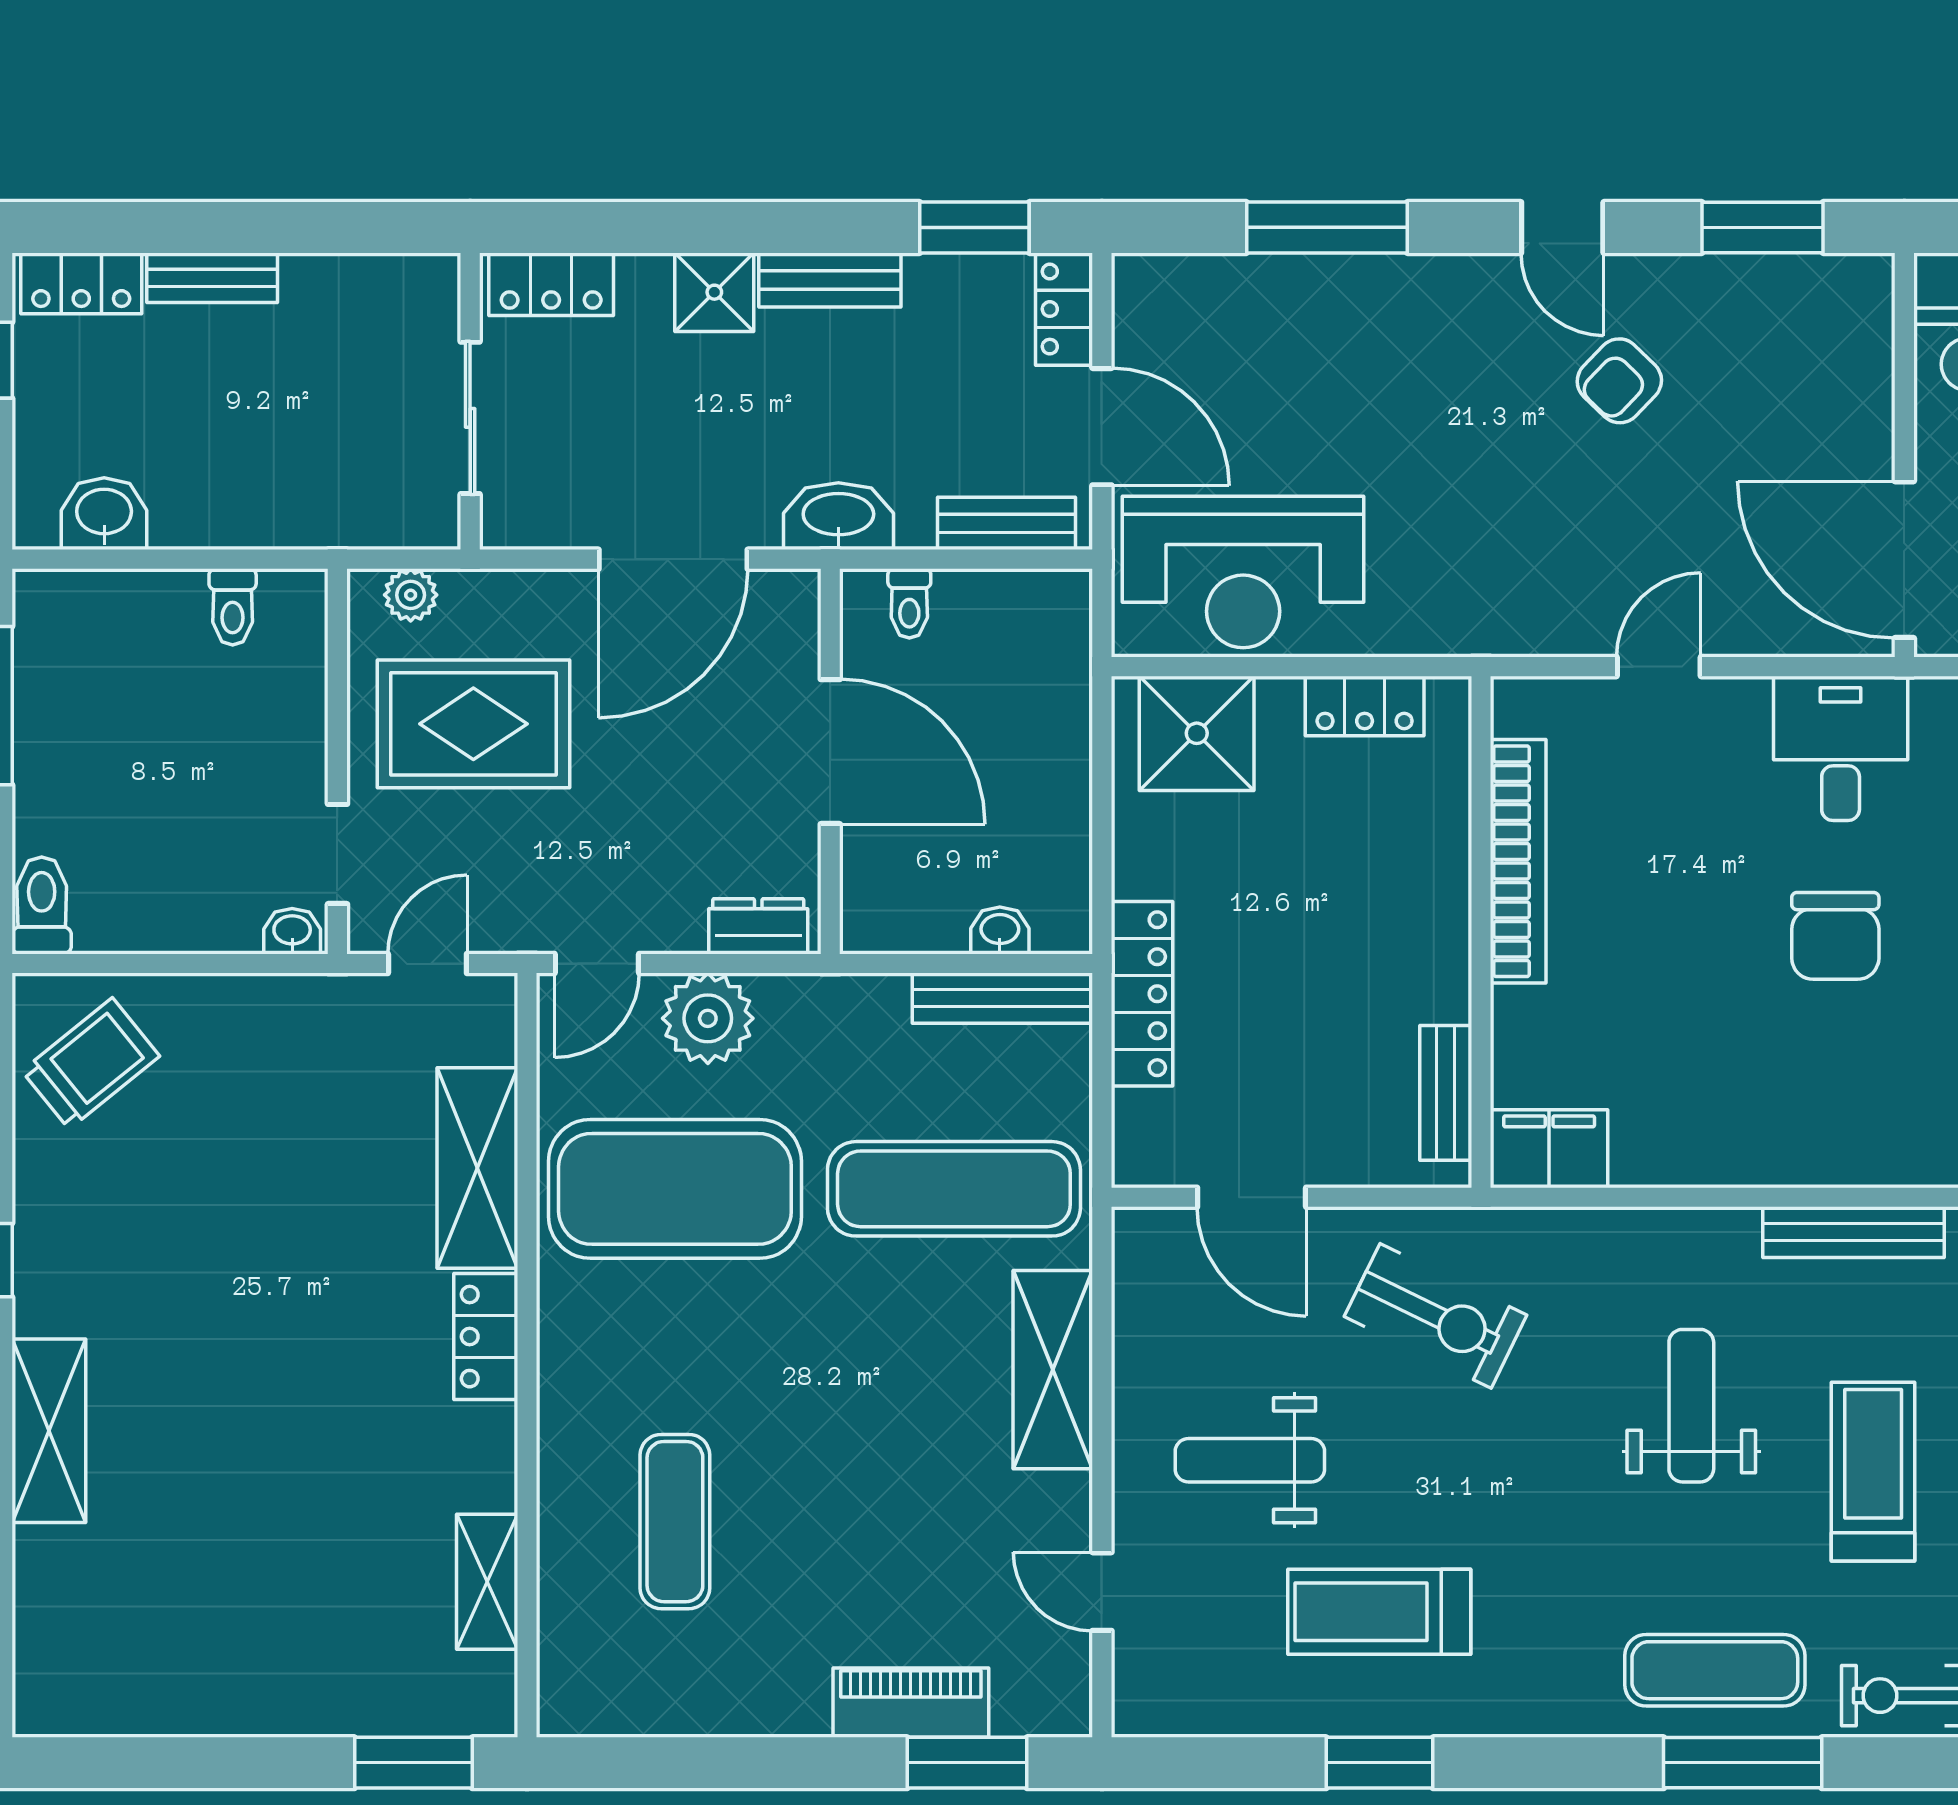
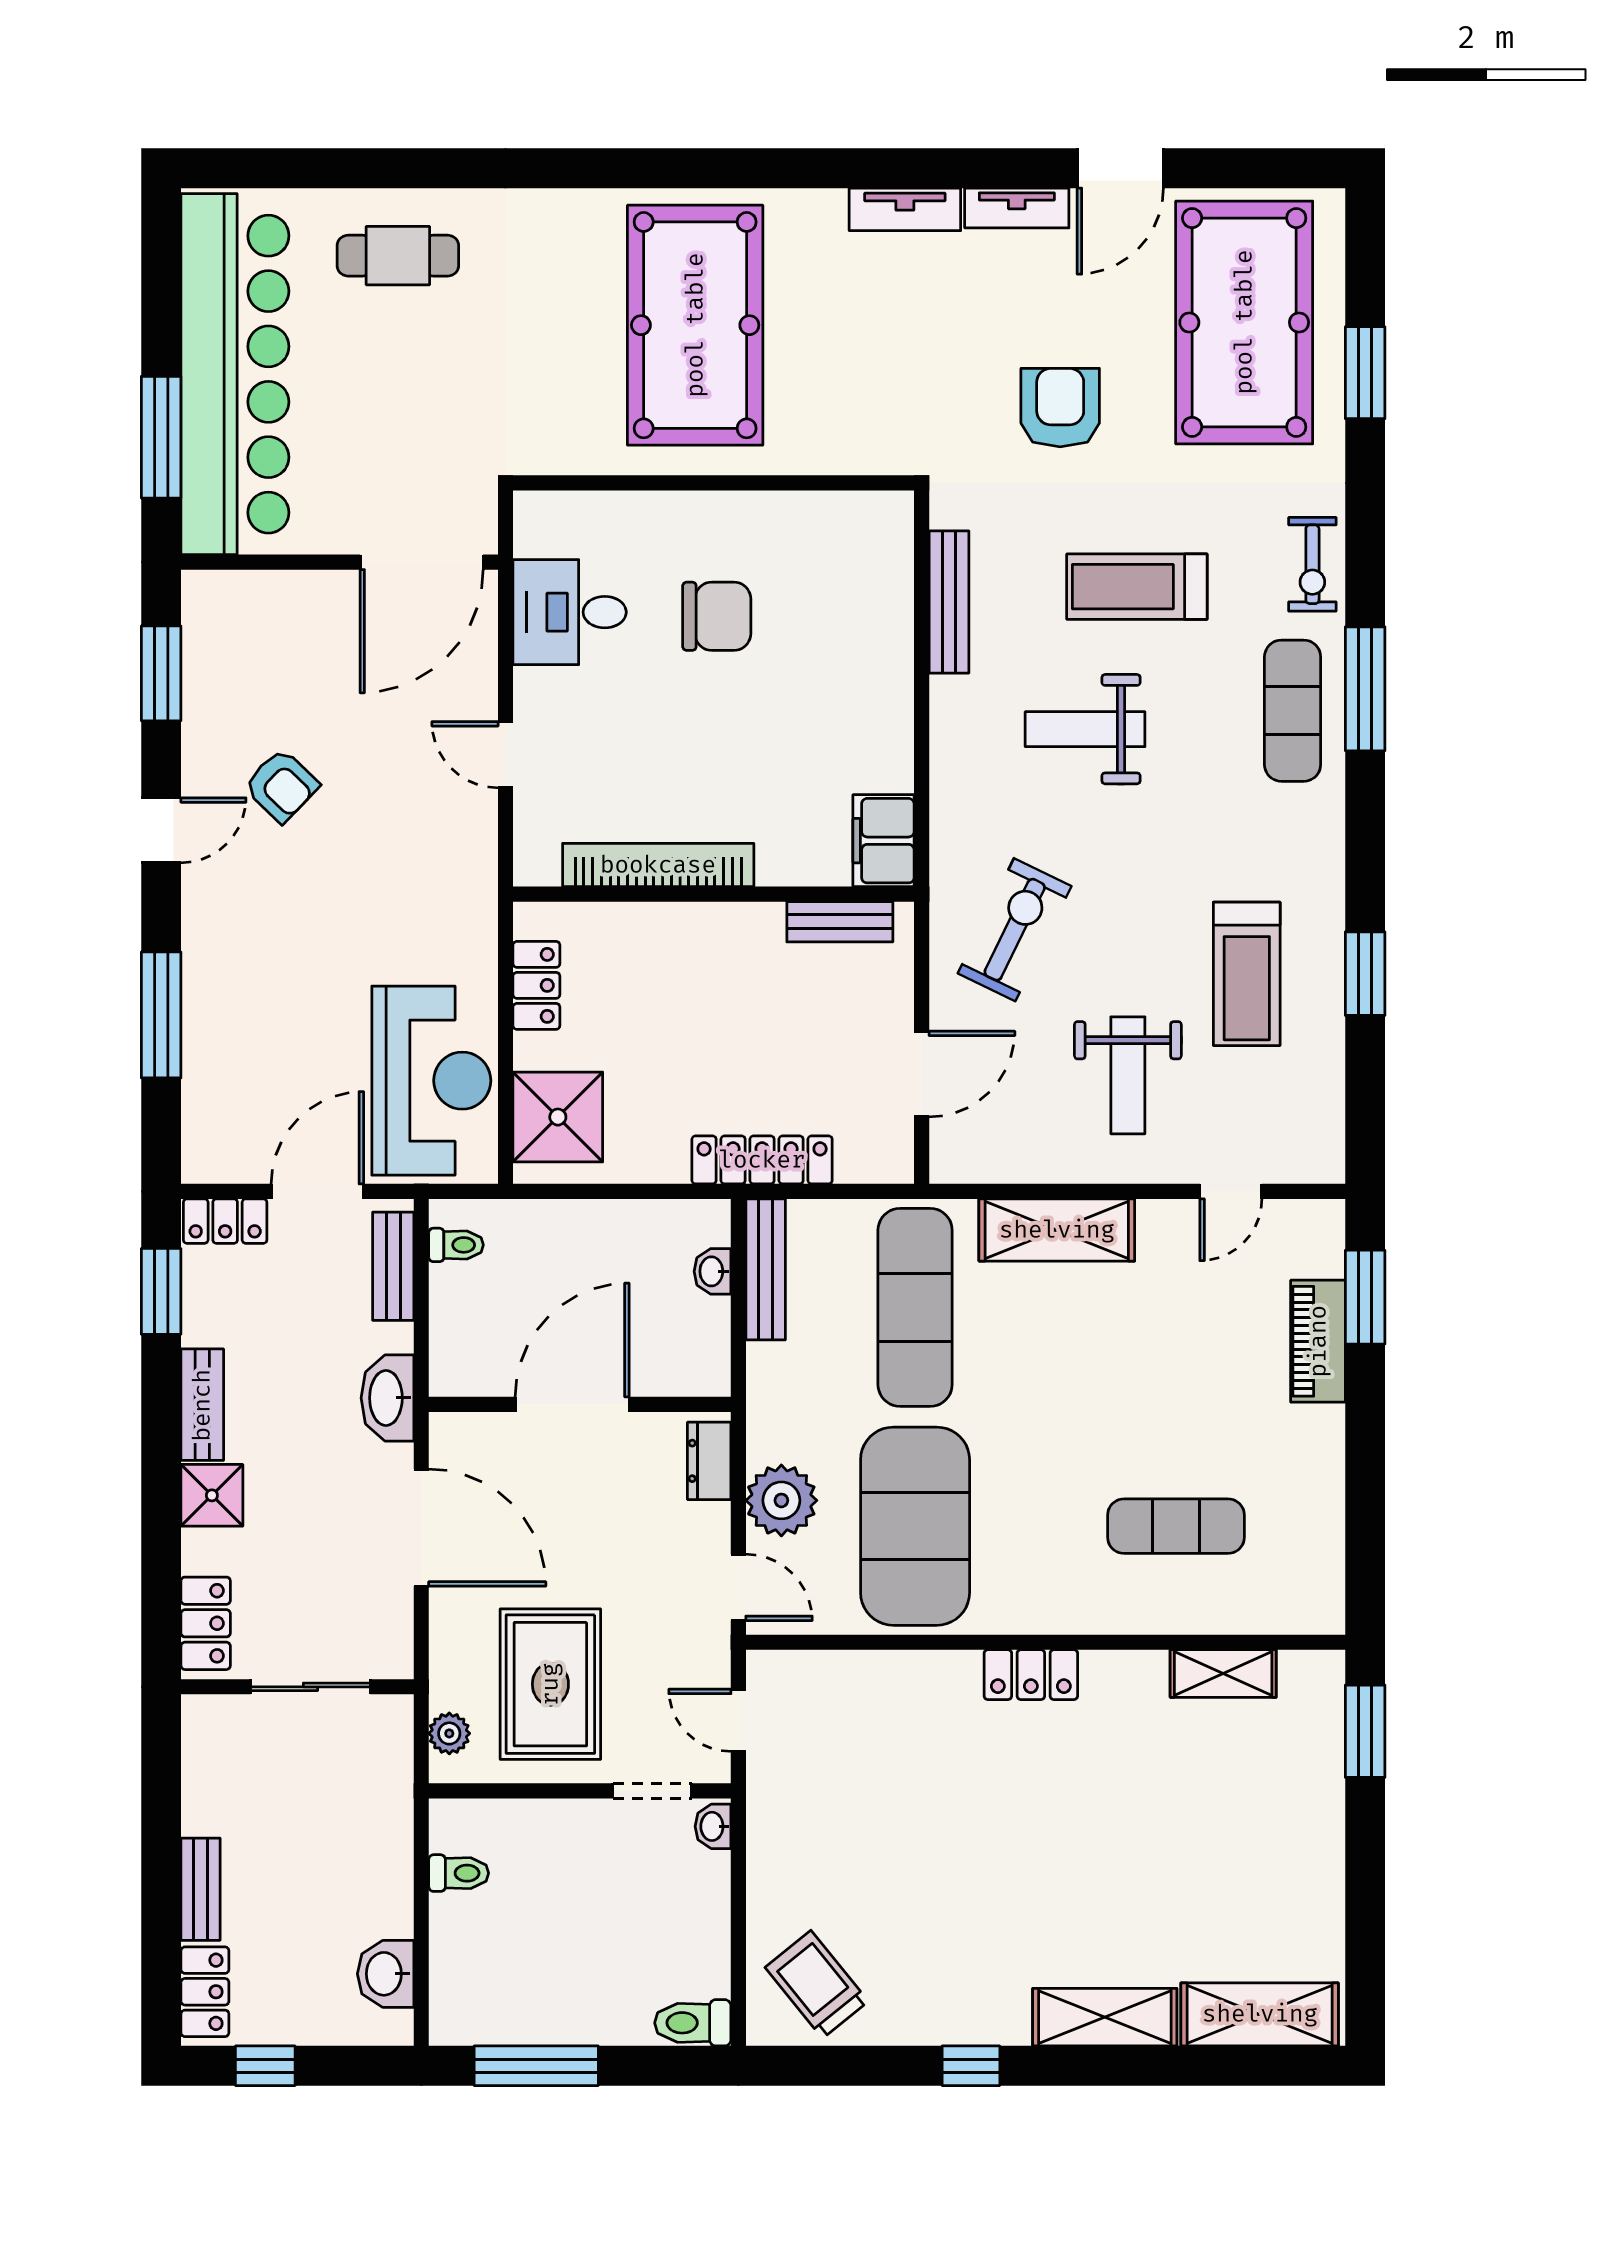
toilet: (909, 603) -> (456, 1245), moved
shelving: (477, 1168) -> (1260, 2014), moved

